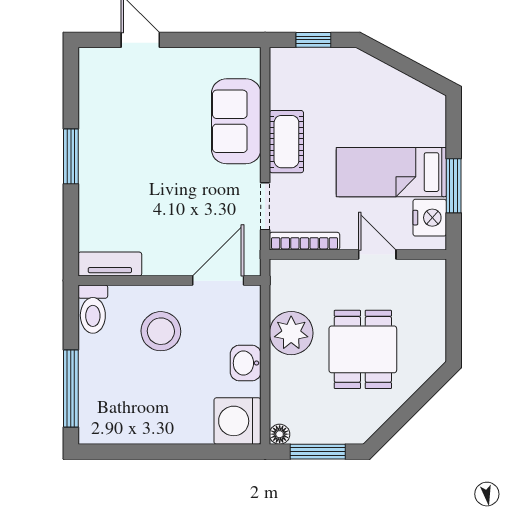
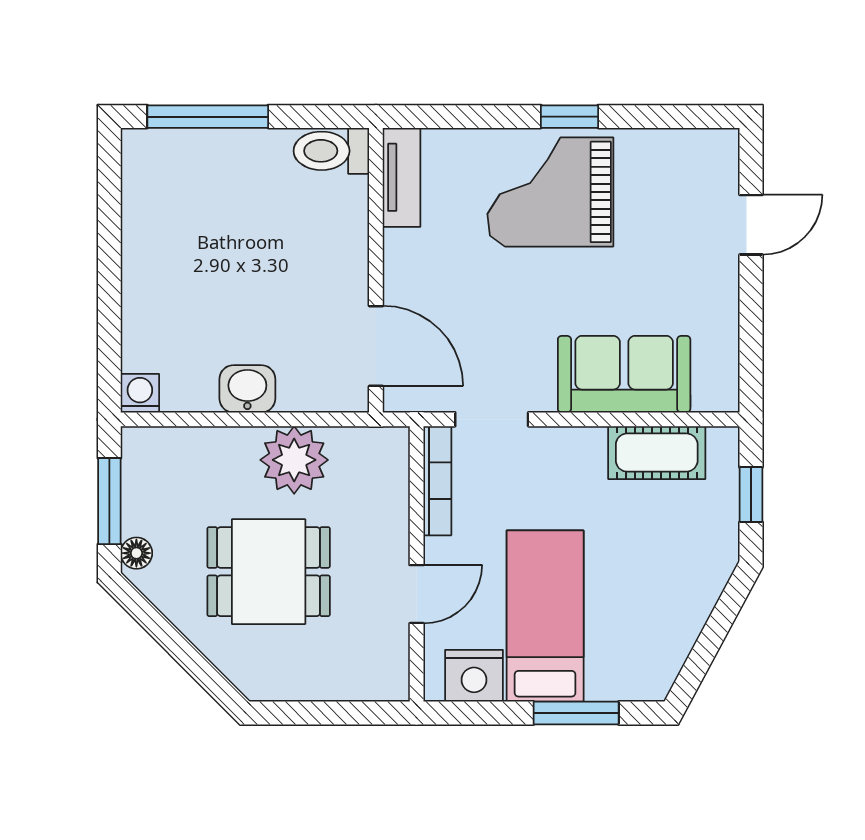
cot: (286, 142) -> (657, 453), moved
window: (71, 156) -> (570, 117), width x0.67
grand piano: (119, 169) -> (550, 192), added
window: (454, 186) -> (576, 713), moved
stool: (161, 331) -> (297, 257), removed
washing machine: (237, 421) -> (140, 393), width x0.53, depth x0.53
floor lamp: (280, 434) -> (136, 553), moved

